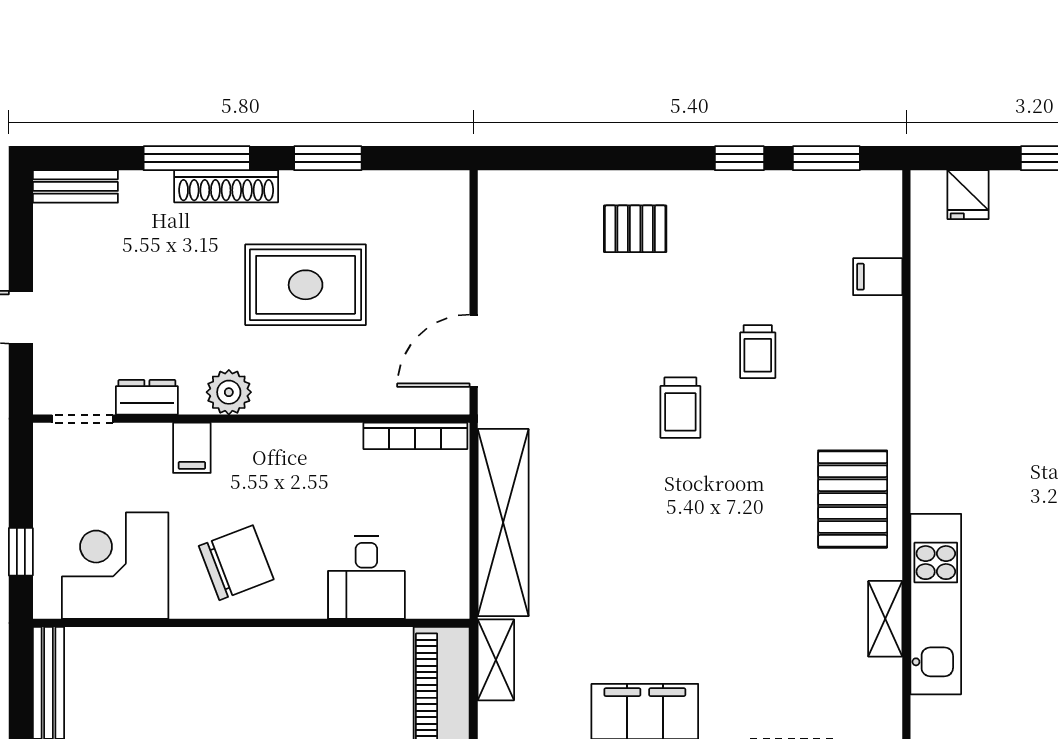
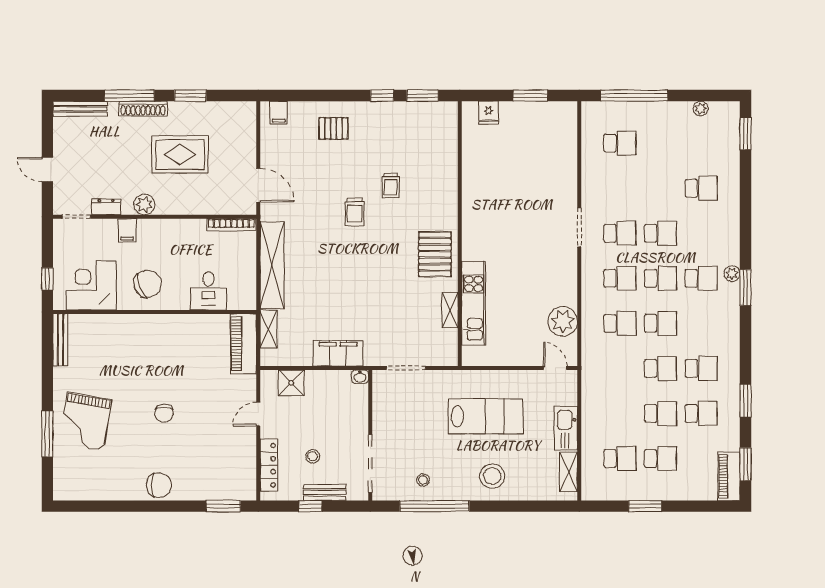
bench: (75, 186) -> (80, 109), width x1.36
filing cabinet: (878, 277) -> (279, 113), moved, turned -90
door: (474, 351) -> (258, 185), swing flipped

